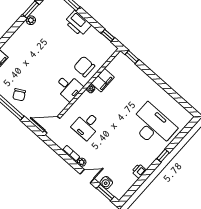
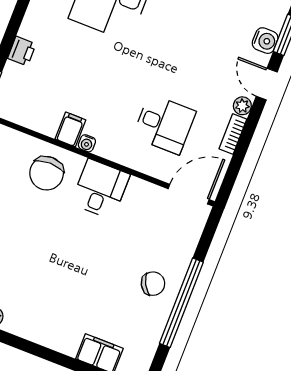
printer: (141, 76) -> (22, 51), added
filing cabinet: (103, 80) -> (70, 129), width x0.50
door: (52, 125) -> (189, 194), swing flipped

